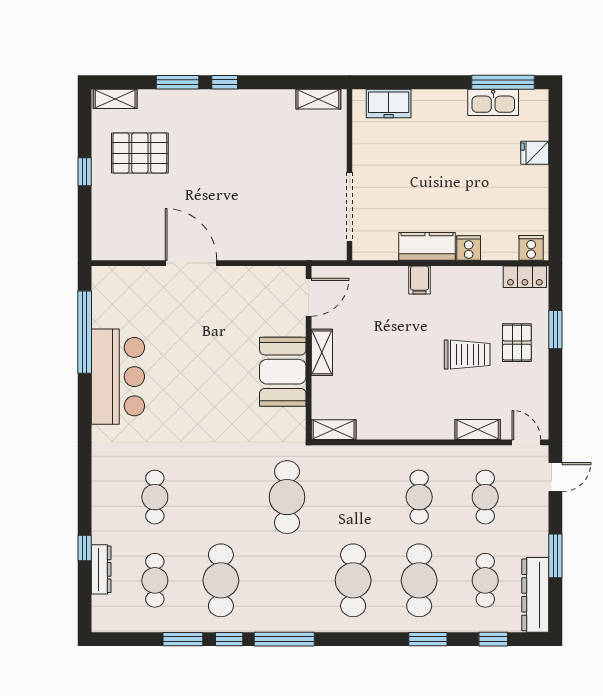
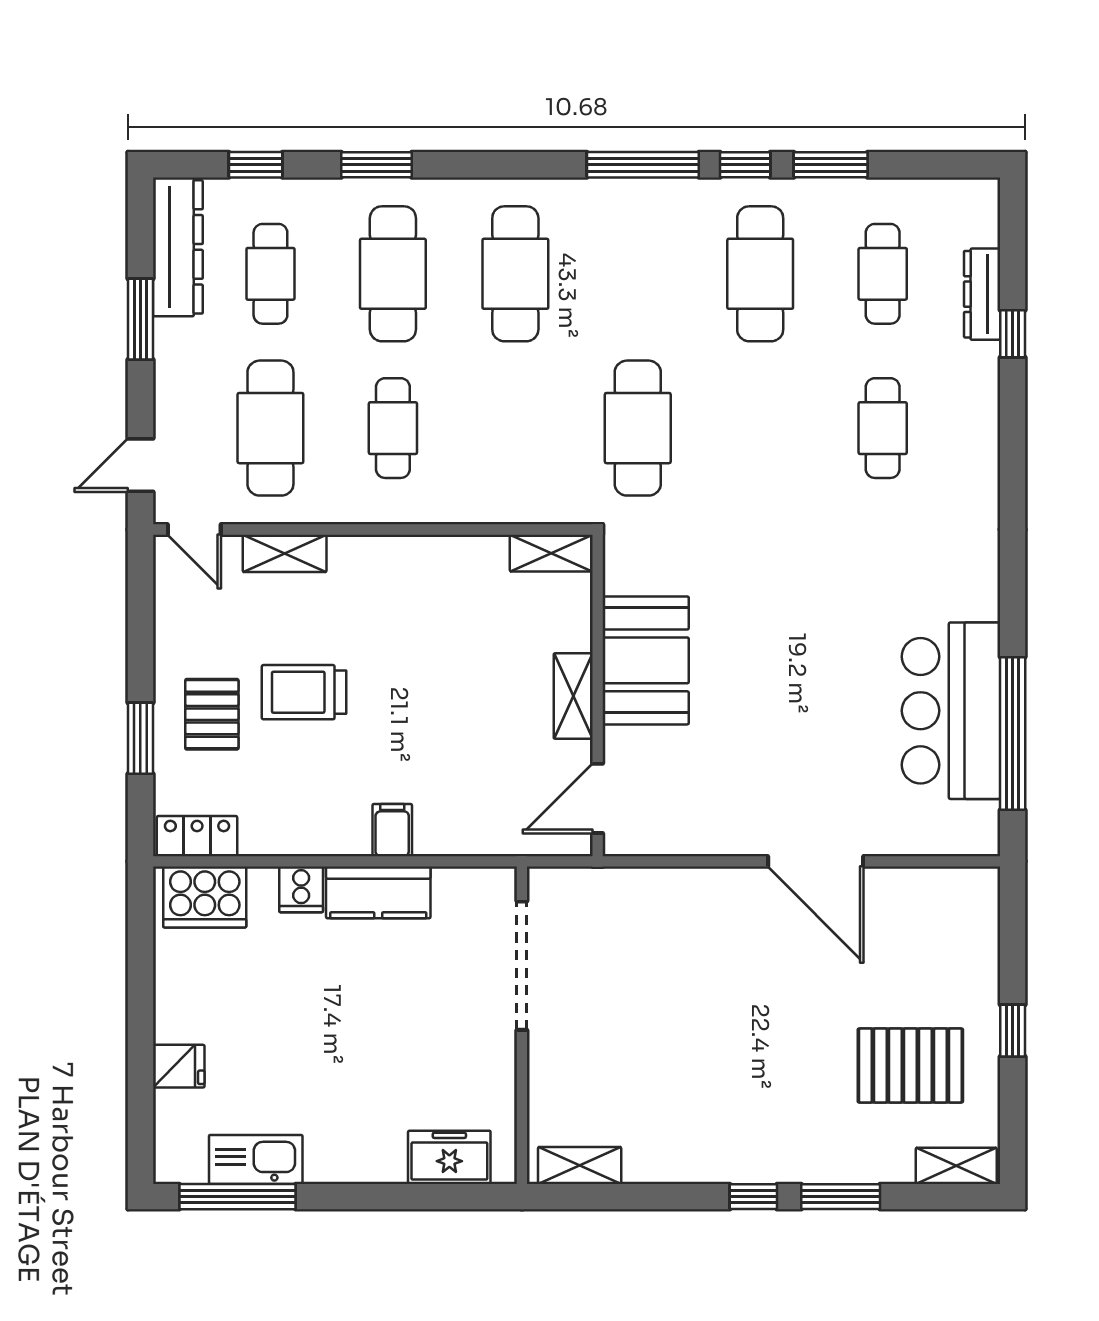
cooker: (531, 248) -> (205, 897), width x1.87, depth x1.31
bar counter: (118, 377) -> (951, 711), moved
cafe table: (485, 497) -> (270, 428), width x1.37, depth x1.35

